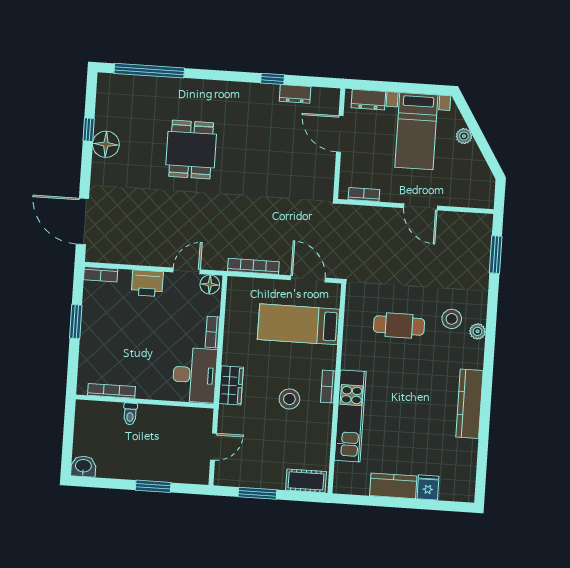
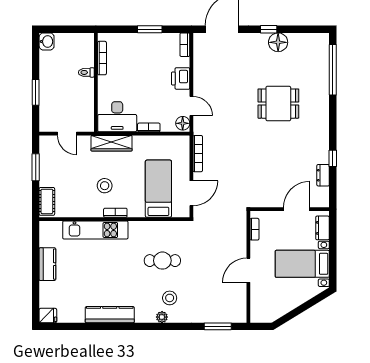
window: (89, 130) -> (269, 29), moved
plant: (464, 136) -> (301, 298), removed
cafe table: (399, 325) -> (162, 261), turned 90
wardrobe: (231, 385) -> (112, 143), width x1.50
fridge: (428, 487) -> (48, 316), moved

